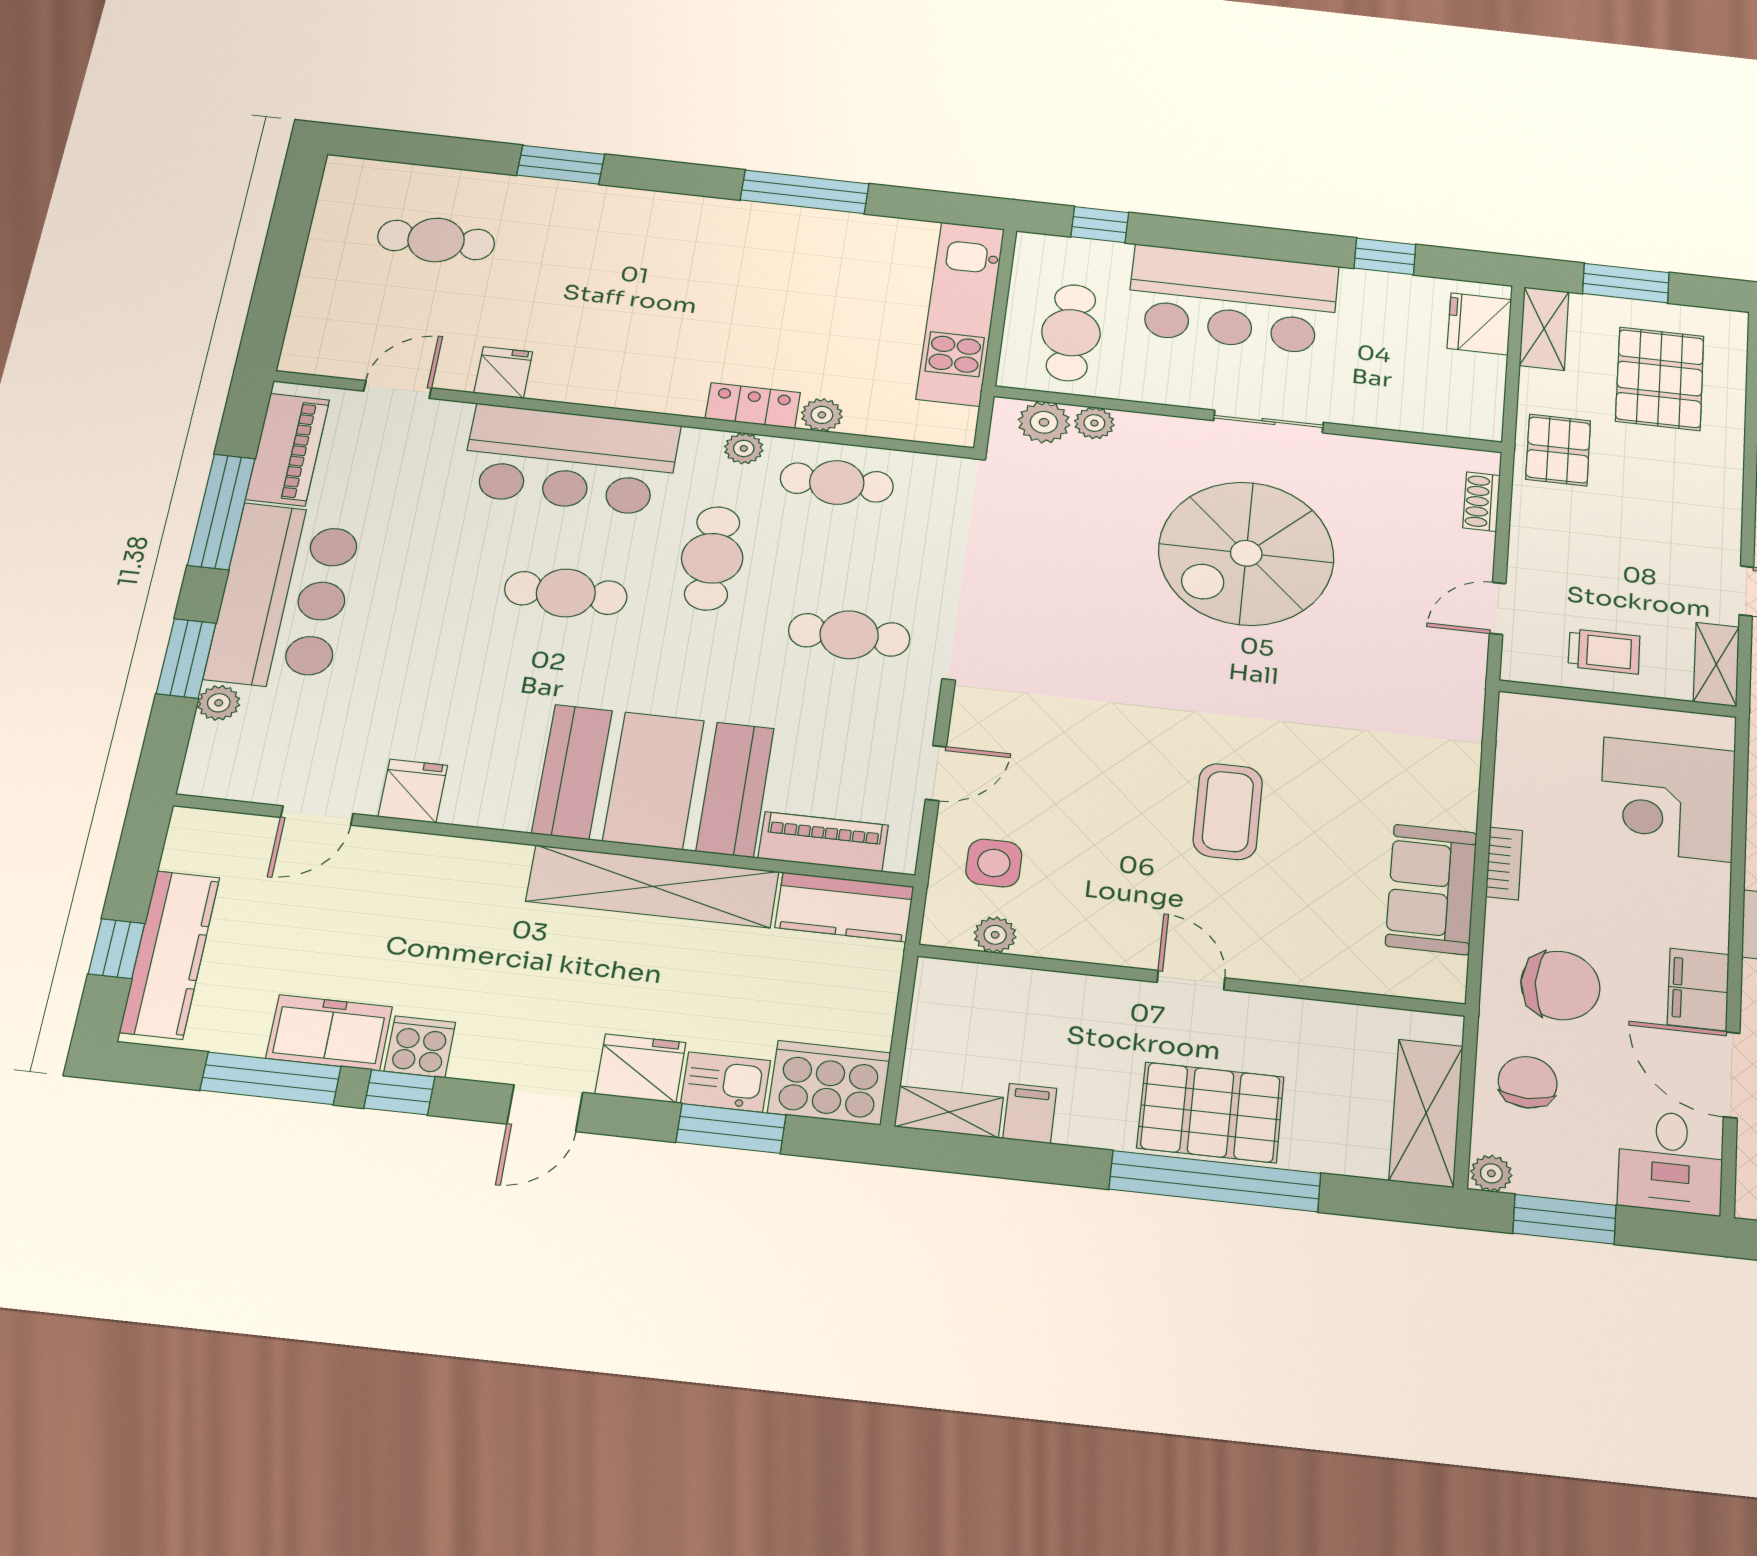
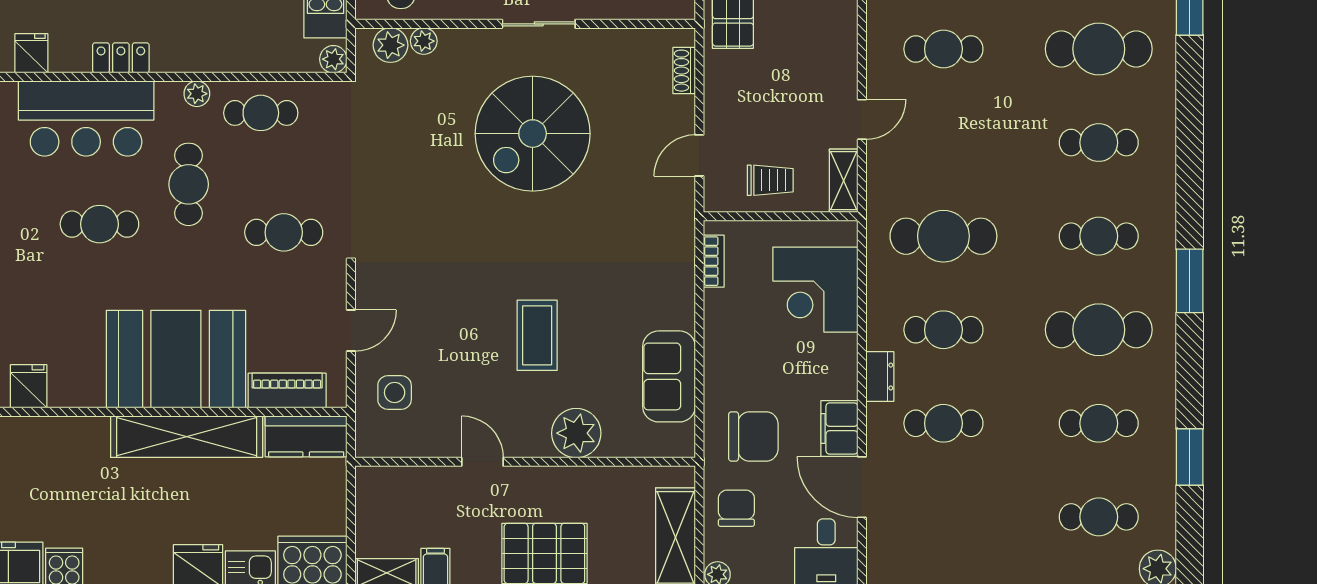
locker: (753, 406) -> (121, 58), moved
plant: (822, 415) -> (333, 59), moved
bookcase: (1504, 864) -> (714, 261), moved
plant: (995, 935) -> (576, 433), moved, width x1.88, depth x1.88
door: (1191, 980) -> (482, 462), moved

